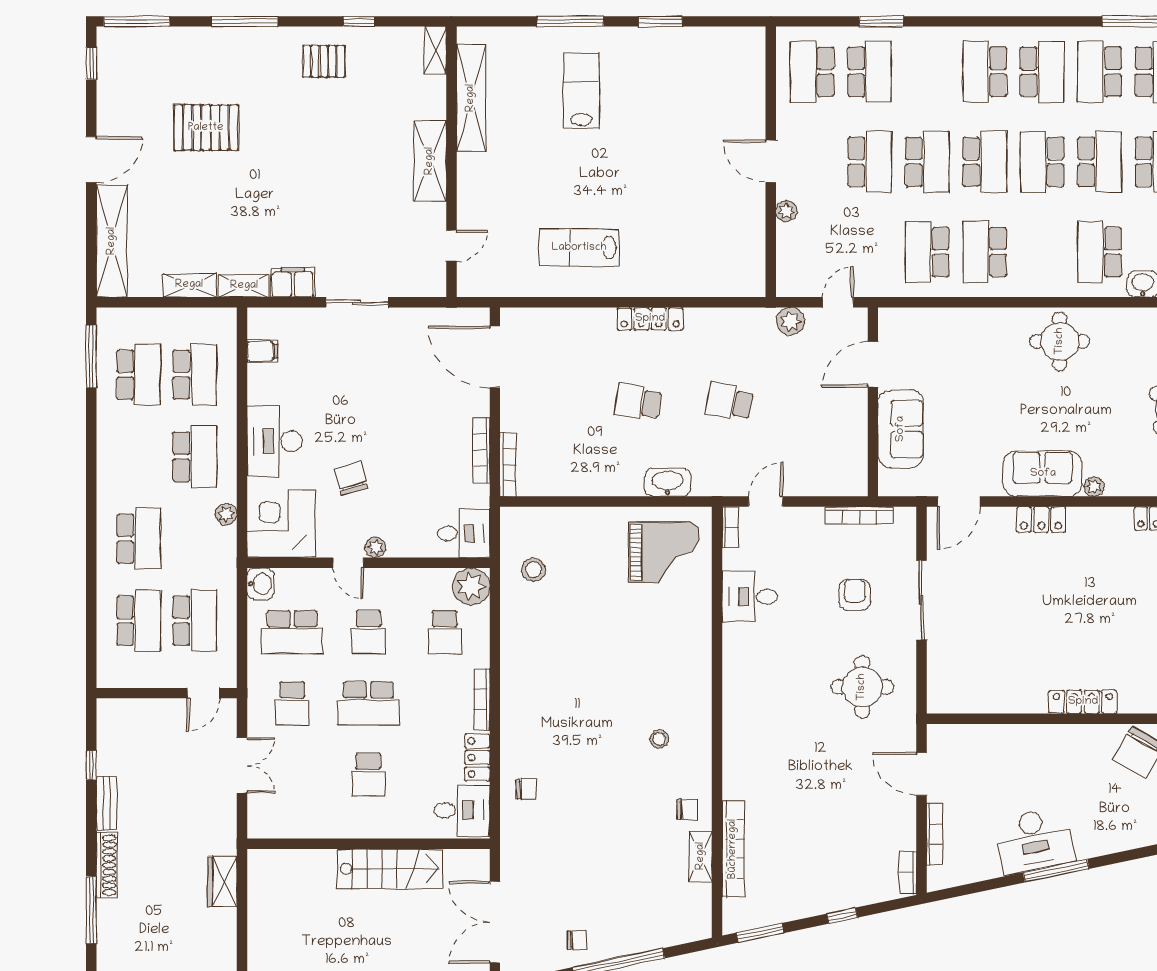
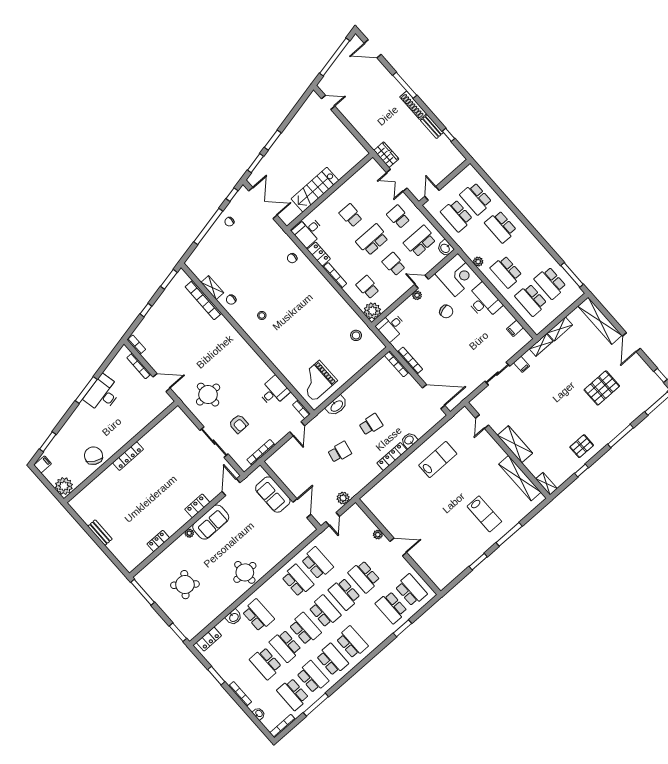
school desk: (1042, 72) -> (332, 660), turned 180
school desk: (985, 162) -> (325, 611), turned 180
filing cabinet: (293, 283) -> (522, 364), width x0.50
washbasin: (598, 321) -> (409, 440), added
wardrobe: (222, 881) -> (386, 155), moved

